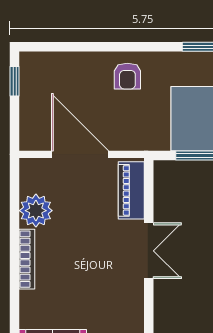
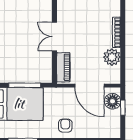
window: (15, 81) -> (123, 108), moved
floor lamp: (35, 124) -> (112, 101), added

